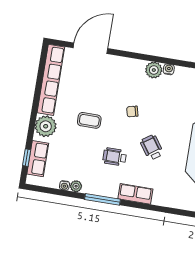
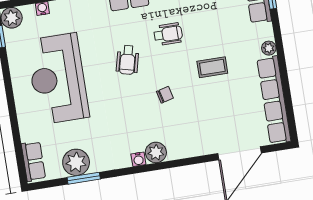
plant: (46, 126) -> (269, 48), width x0.53, depth x0.53
wheelchair: (152, 147) -> (128, 60), turned 49

